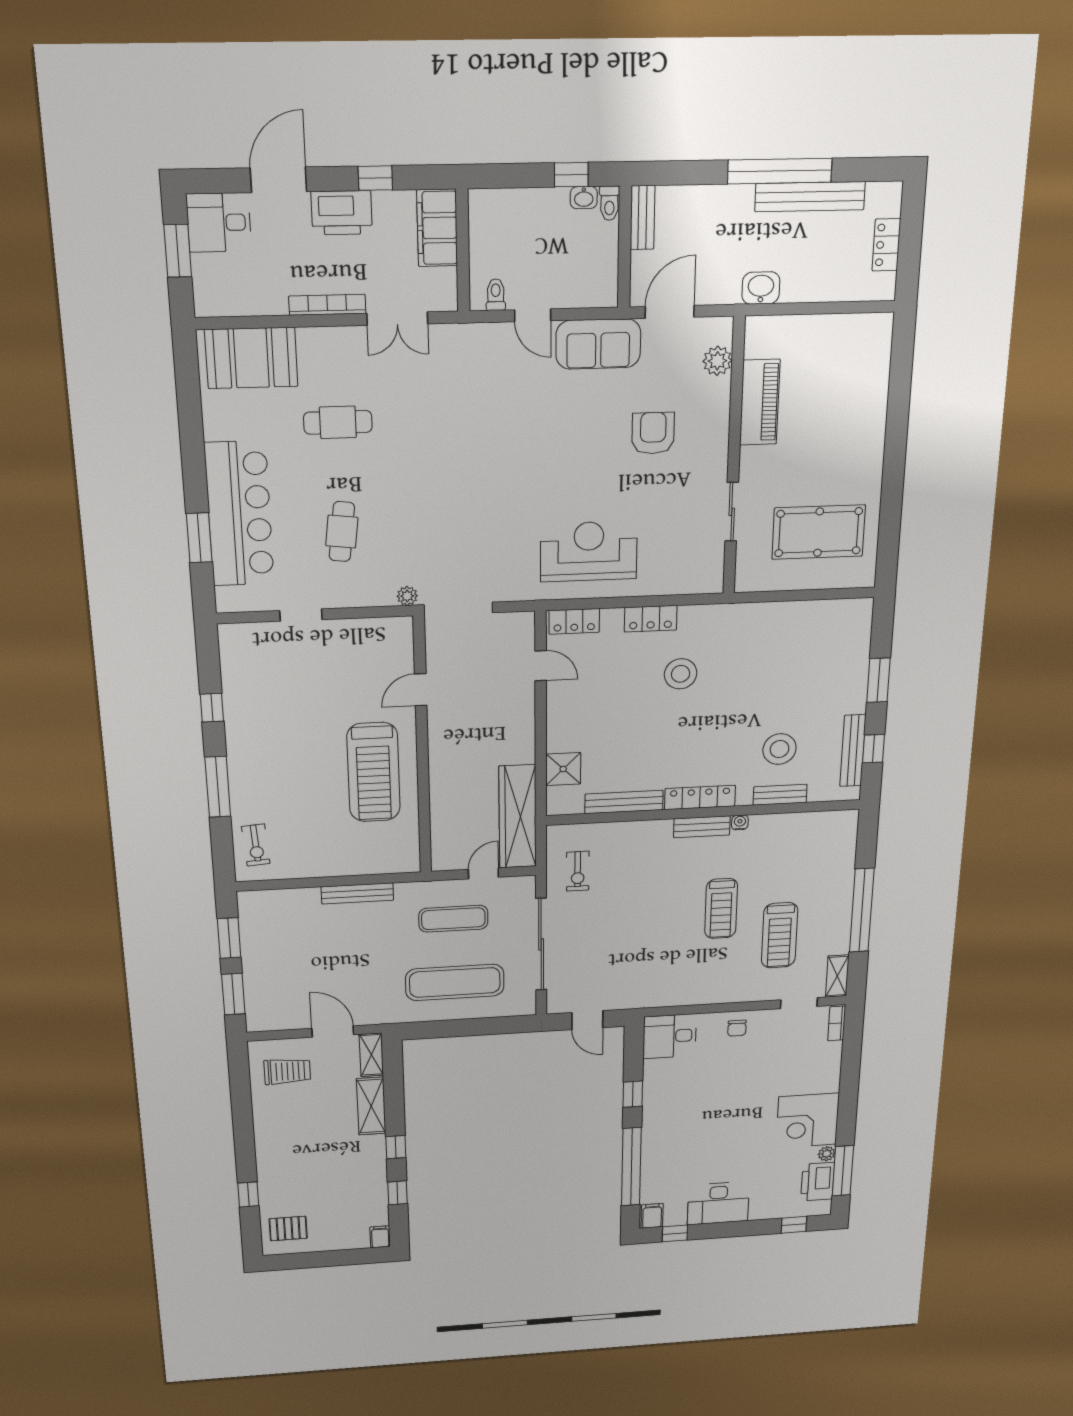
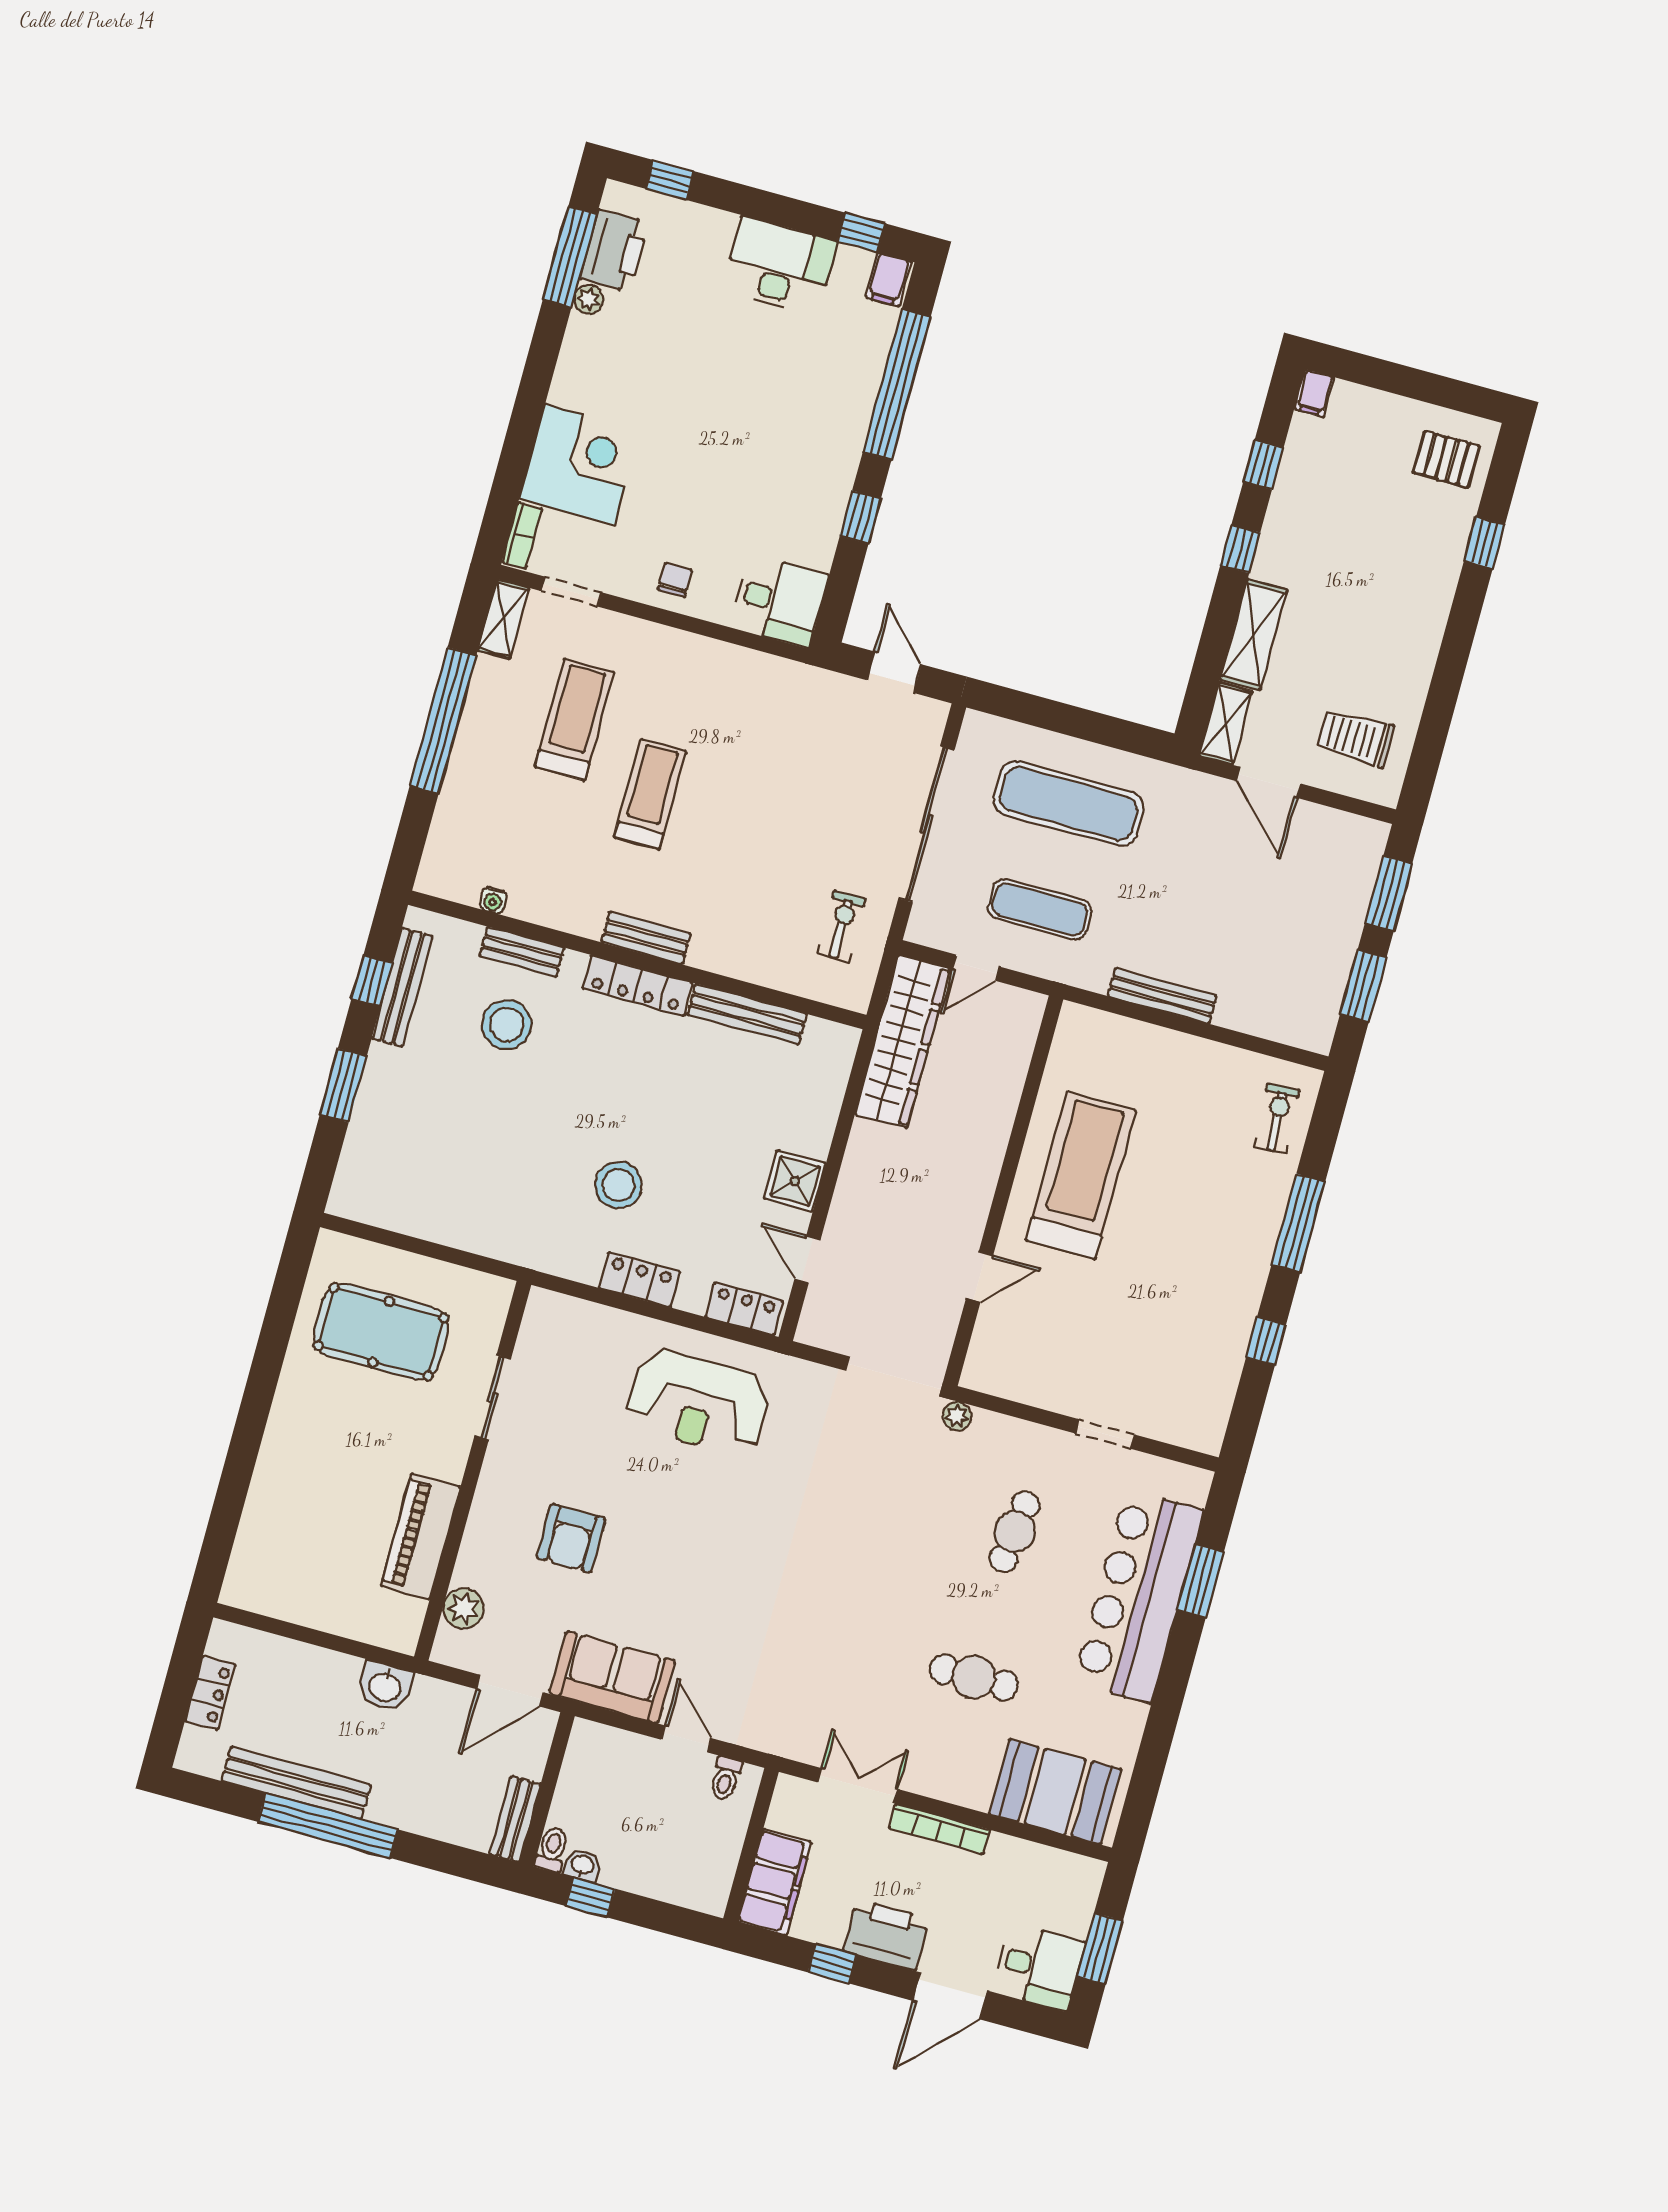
shower: (563, 769) -> (795, 1181), moved
water cooler: (740, 822) -> (493, 900), moved
corner desk: (808, 1121) -> (580, 464), moved

